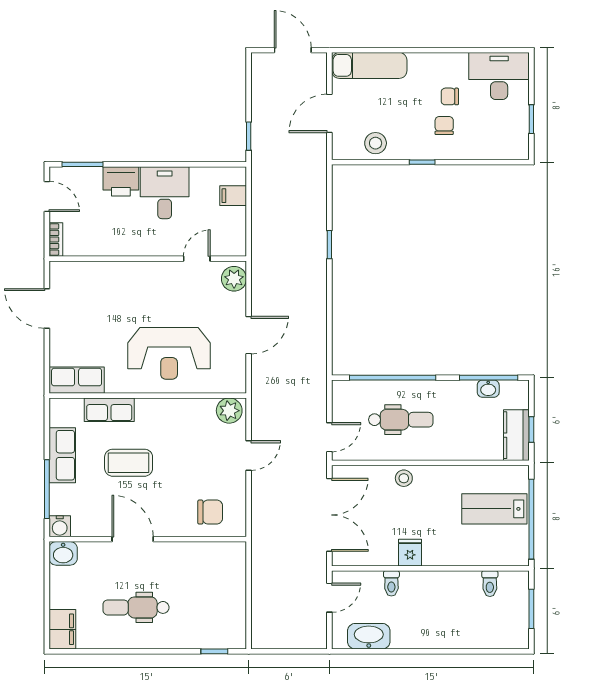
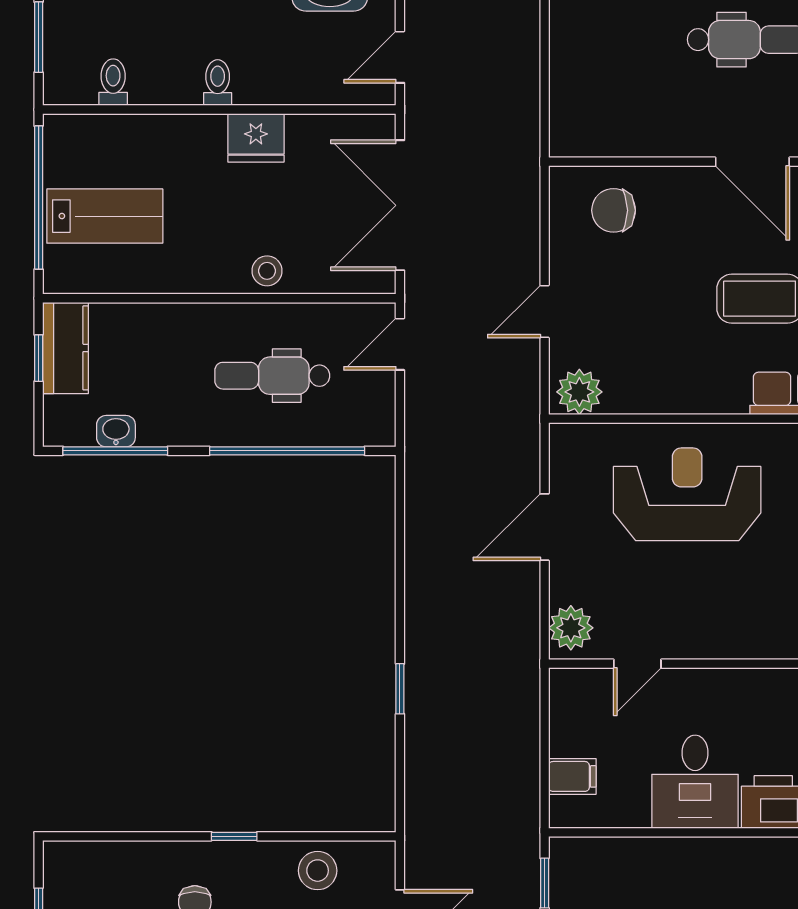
fridge: (410, 553) -> (256, 138), width x1.38
toilet: (391, 583) -> (218, 83), moved

